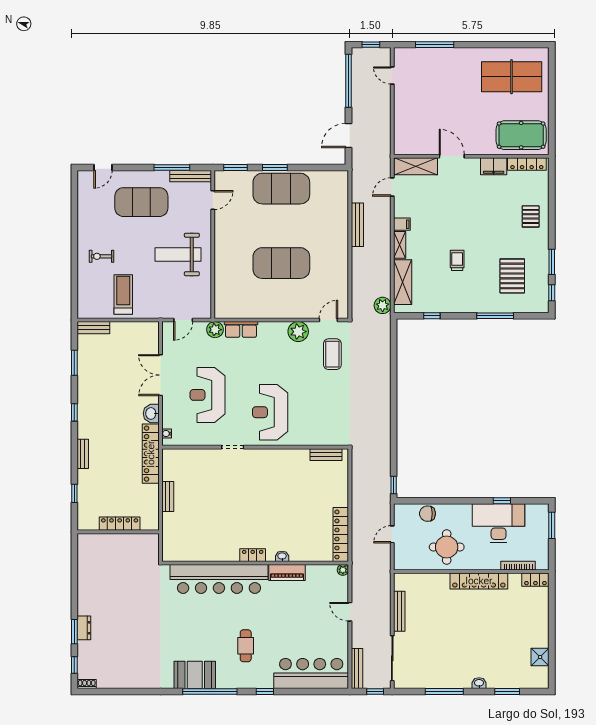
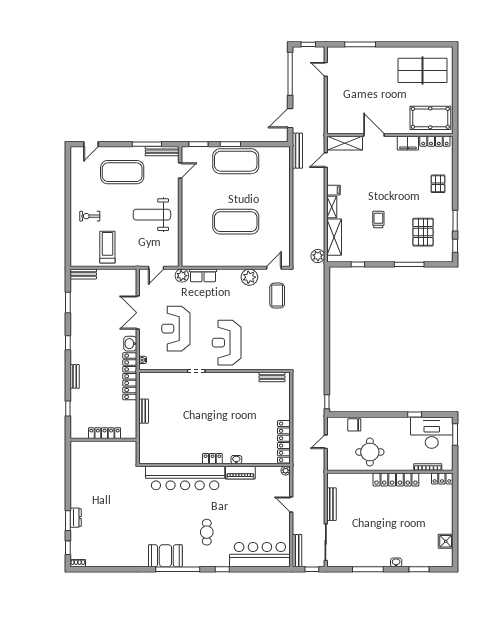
bench: (357, 225) -> (297, 151), moved
desk: (499, 523) -> (432, 433), moved

